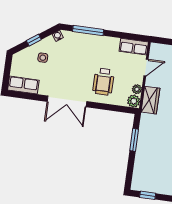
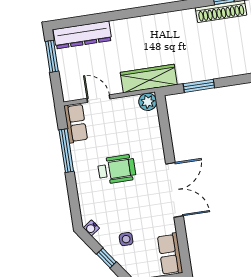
window: (88, 30) -> (66, 151), moved
wheelchair: (103, 82) -> (117, 169), moved
plant: (137, 89) -> (131, 102), removed
wardrobe: (150, 100) -> (149, 79), width x1.50

